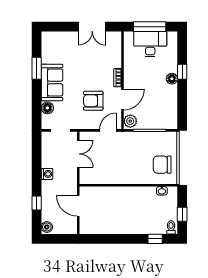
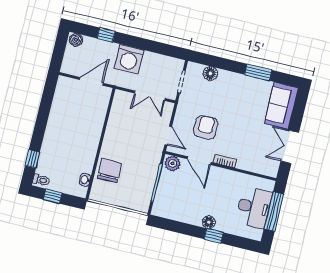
sofa: (52, 83) -> (281, 106), moved, turned 90
chair: (162, 165) -> (110, 170), moved
washing machine: (47, 174) -> (129, 59), width x1.89, depth x1.89

